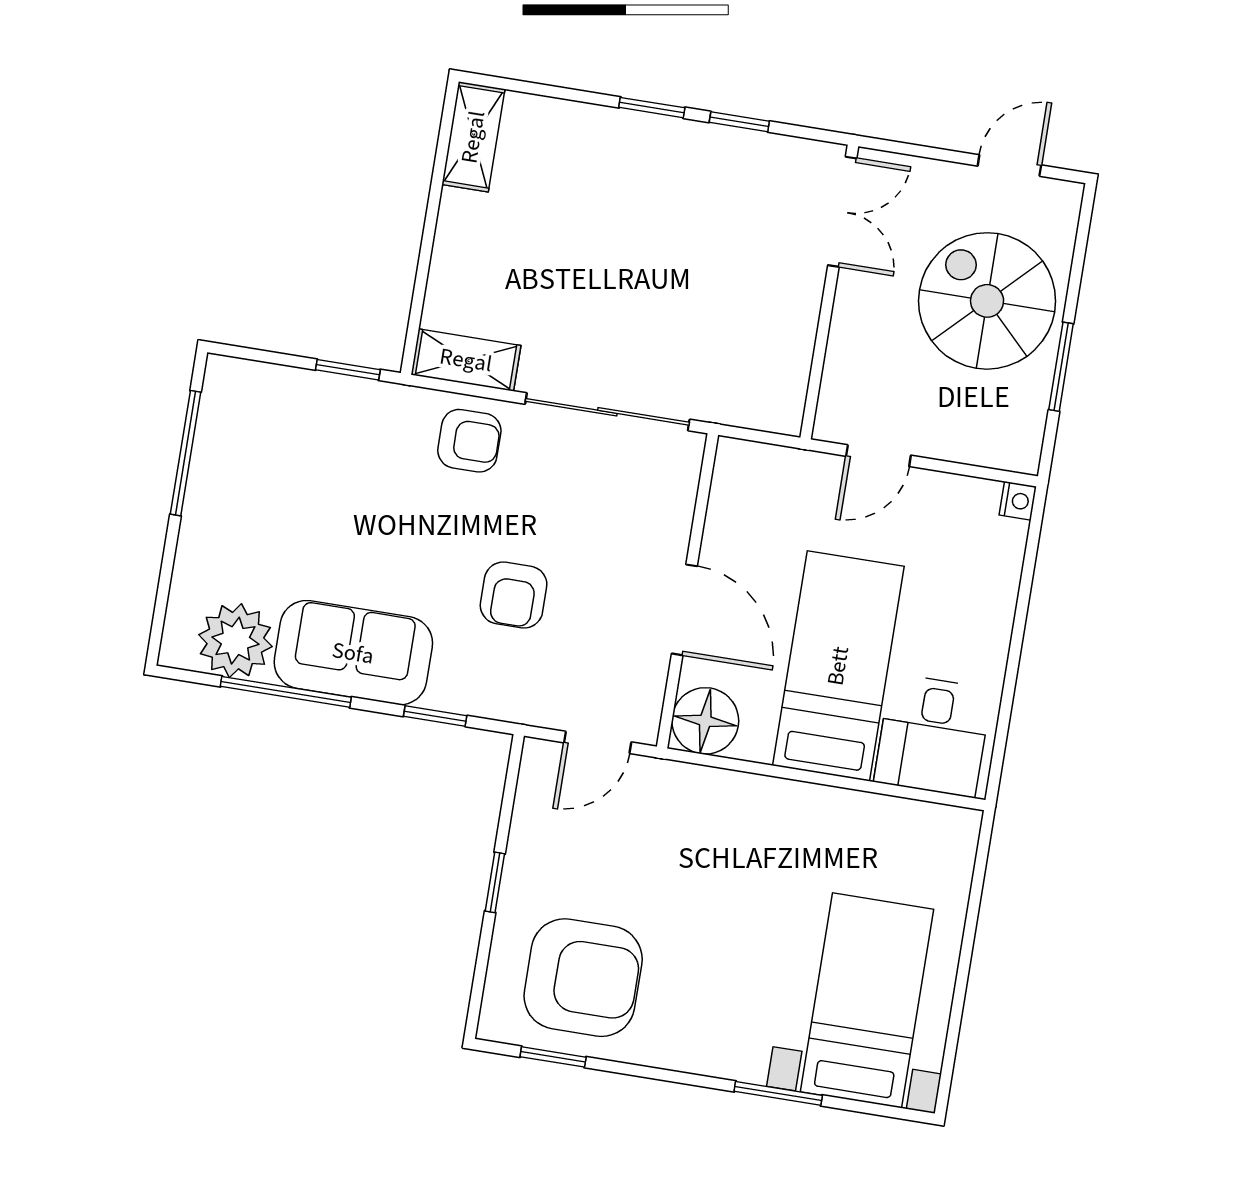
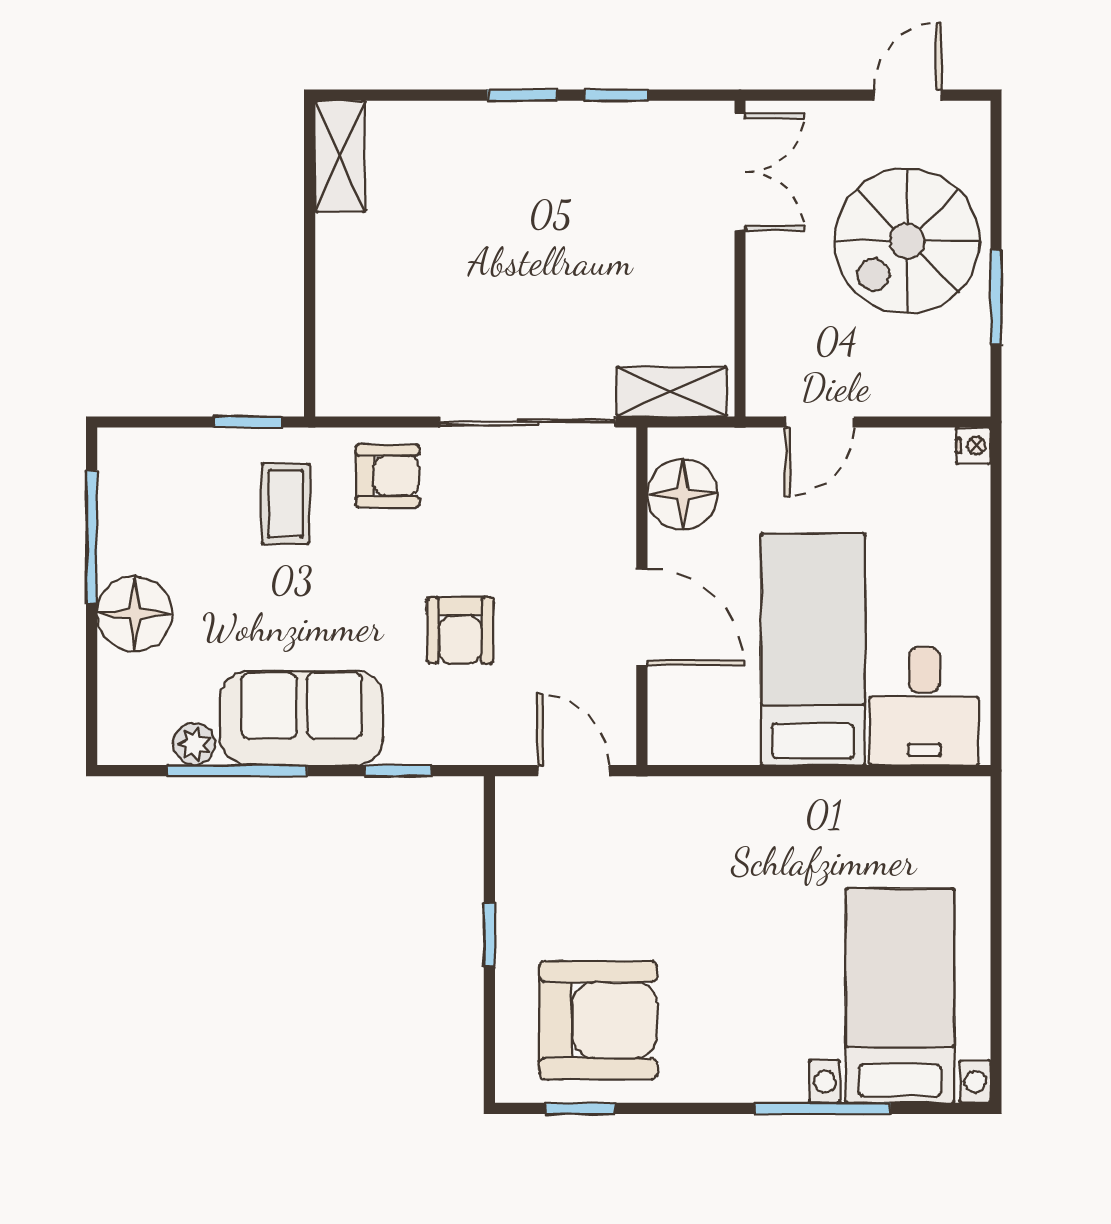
spiral stairs: (987, 301) -> (907, 241), turned -90
shelving: (466, 360) -> (672, 392), moved
coffee table: (371, 451) -> (286, 504), added
floor lamp: (214, 531) -> (135, 614), added
plant: (235, 641) -> (194, 744), width x0.53, depth x0.53
floor lamp: (705, 721) -> (683, 494), moved
door: (598, 742) -> (573, 771), swing flipped
window: (778, 1093) -> (823, 1108), width x1.44

